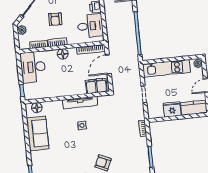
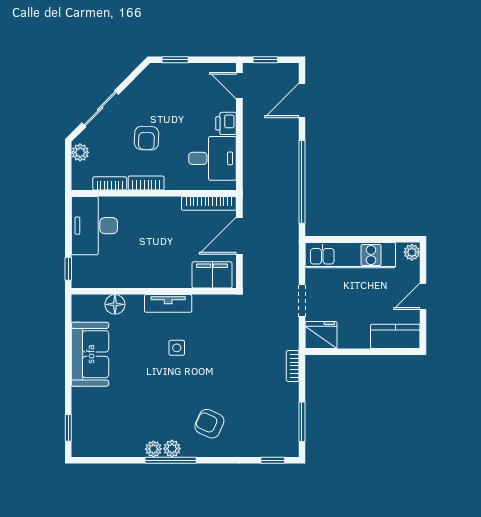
floor lamp: (63, 54) -> (154, 207), removed
tv unit: (80, 103) -> (168, 303), width x0.71
floor lamp: (37, 108) -> (115, 304), moved
fridge: (172, 109) -> (321, 335), moved

